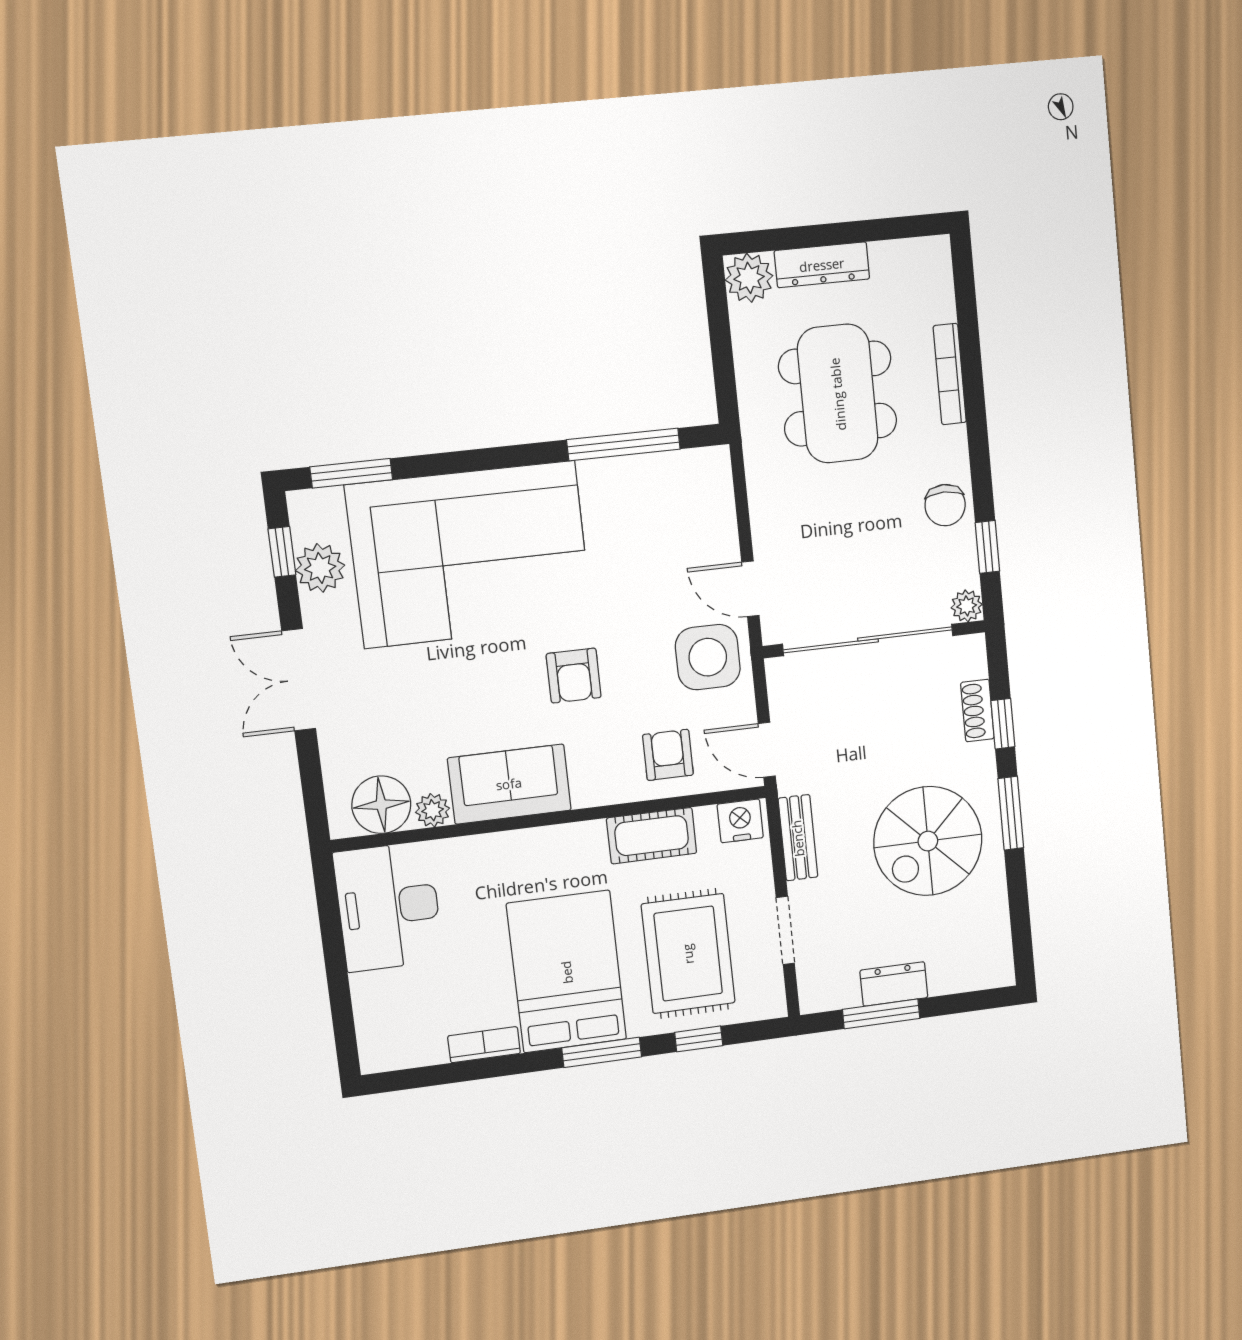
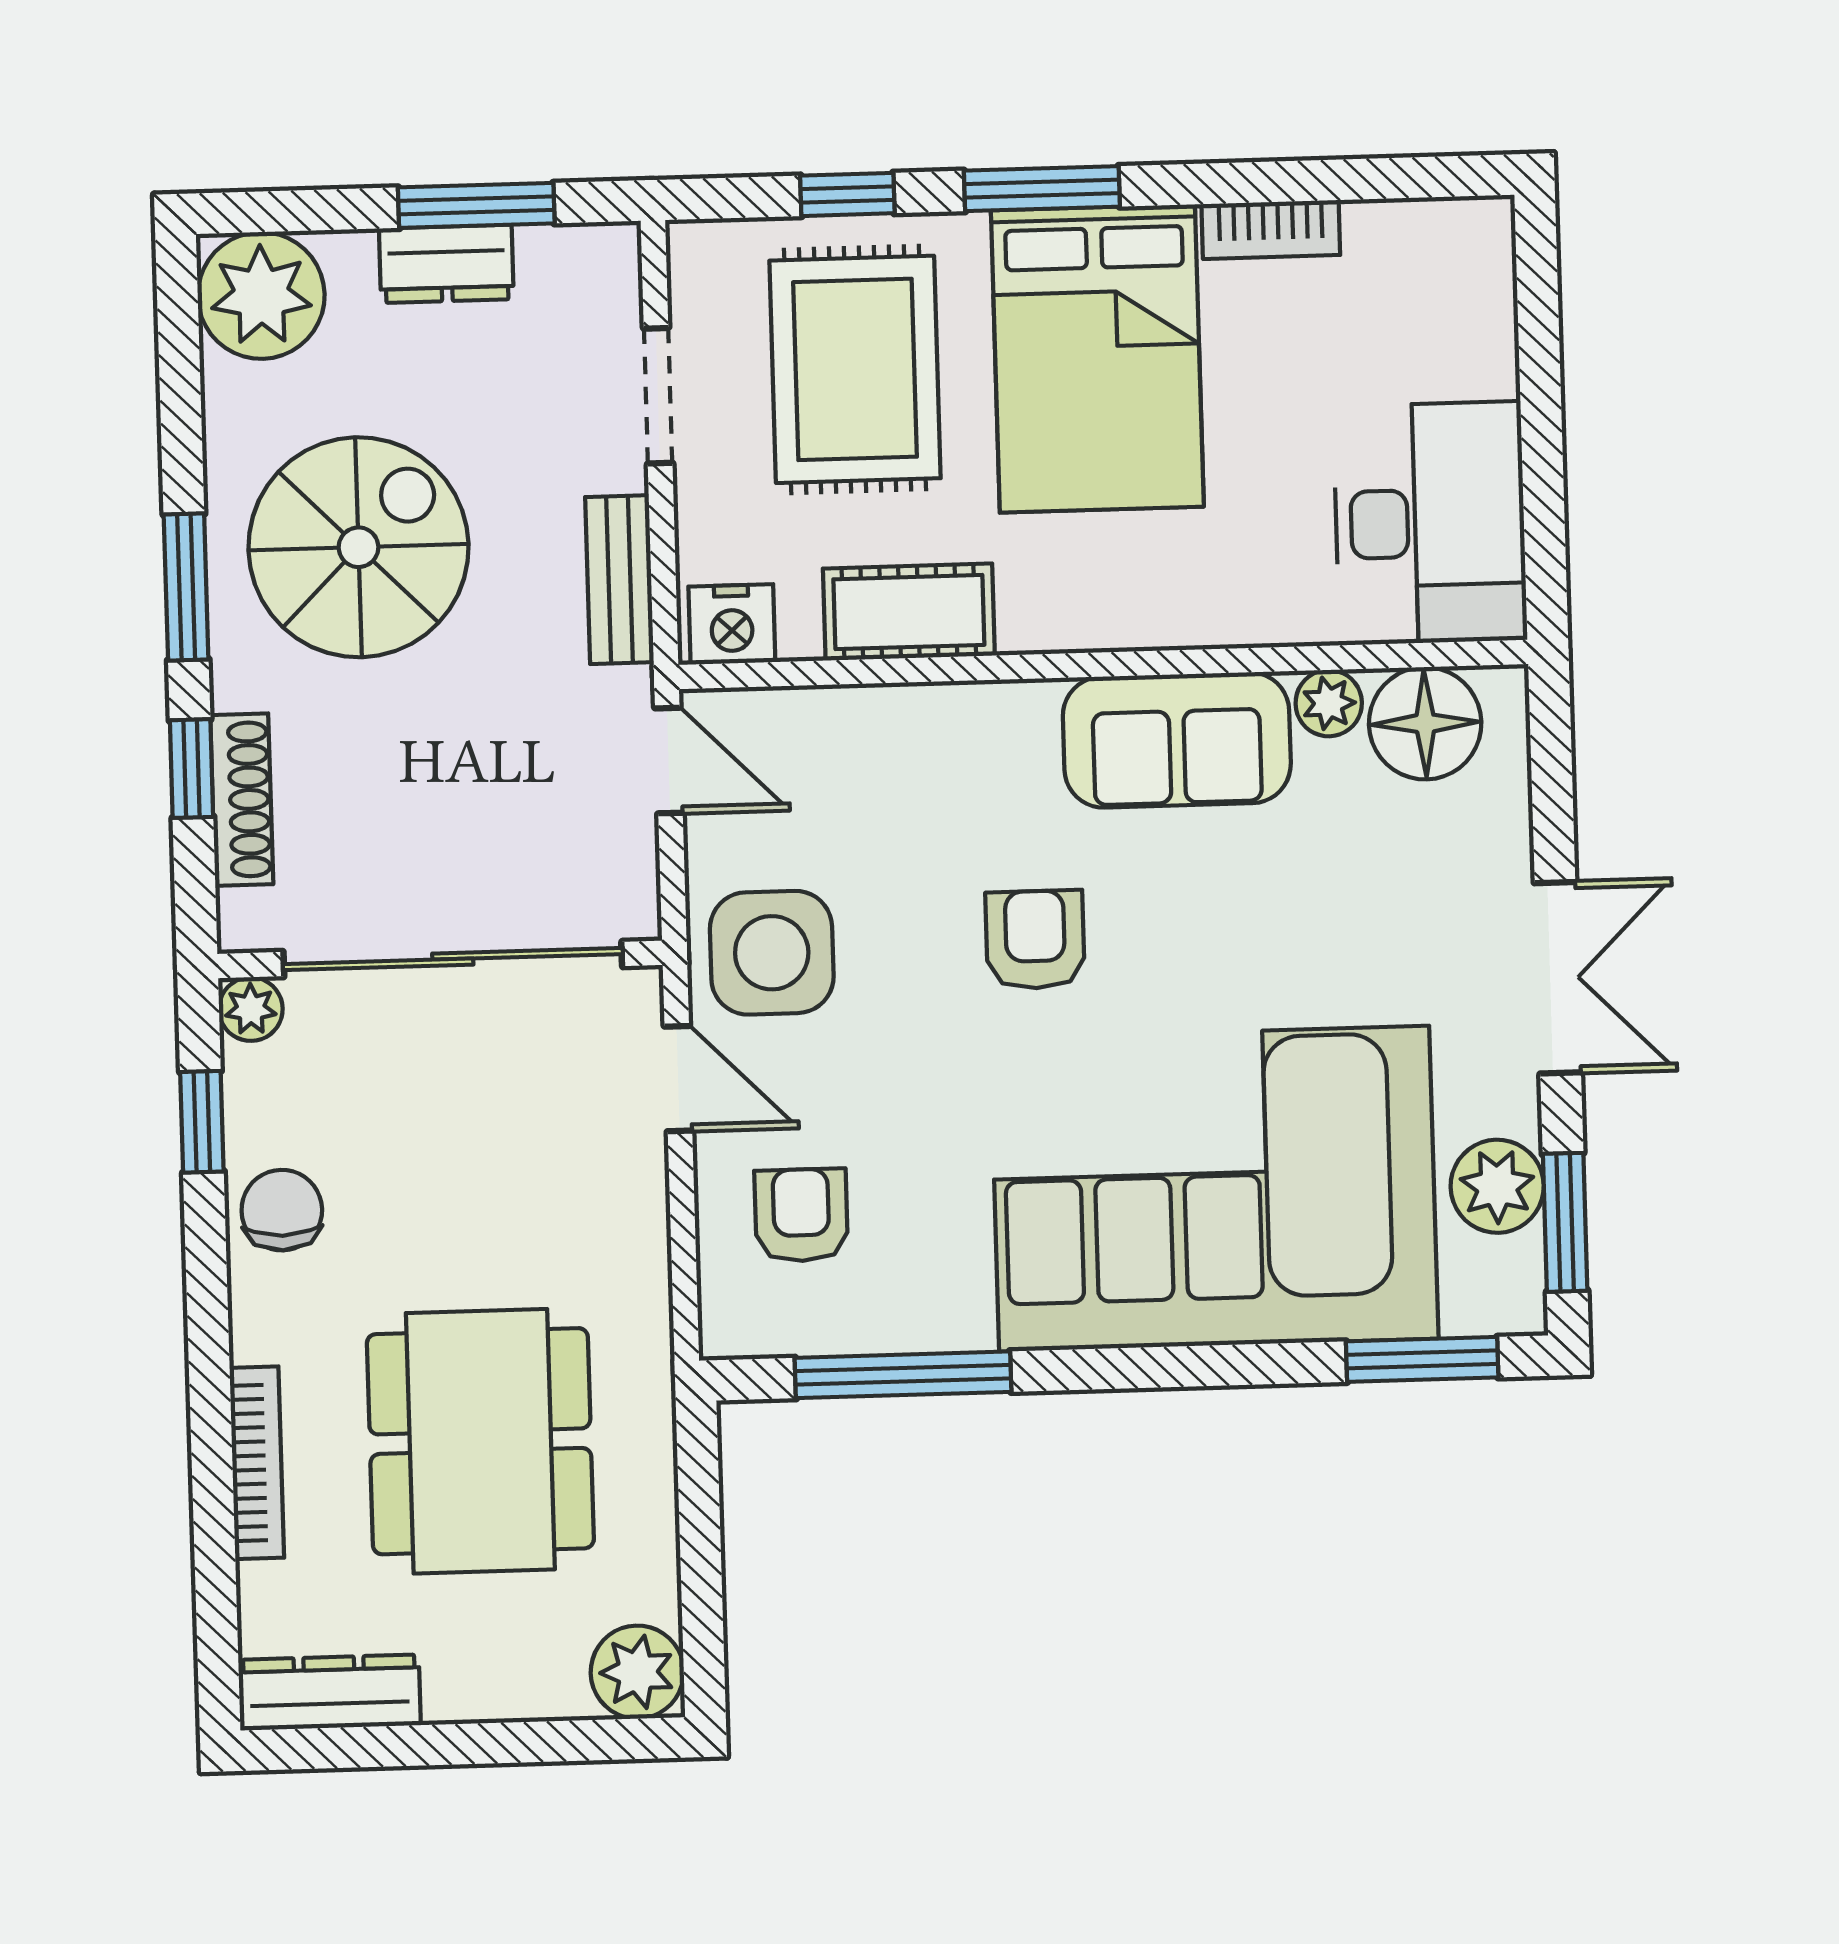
dresser: (822, 265) -> (330, 1692), moved
window: (282, 552) -> (1565, 1222), width x1.50
shoe rack: (977, 711) -> (242, 800), width x1.43
armchair: (668, 755) -> (801, 1215), moved, turned 180
plant: (983, 959) -> (261, 295), added

